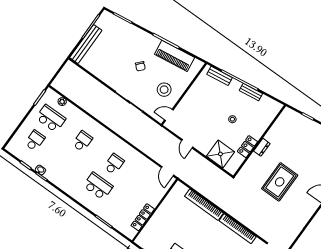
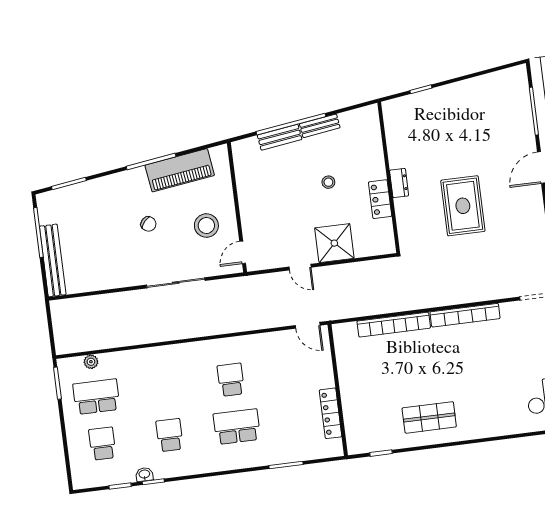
bench: (220, 76) -> (280, 137), moved
school desk: (82, 141) -> (170, 435), moved
shower: (220, 154) -> (334, 243), moved

